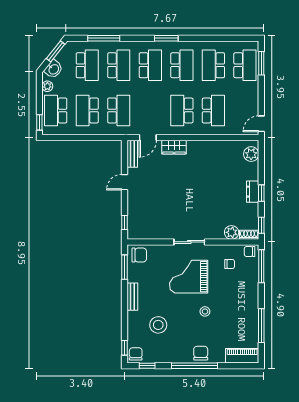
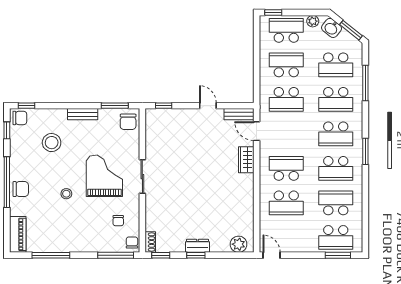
plant: (232, 232) -> (153, 223), removed

